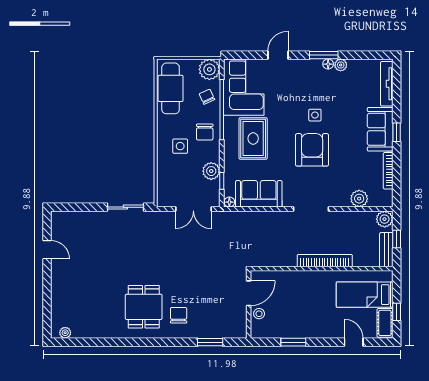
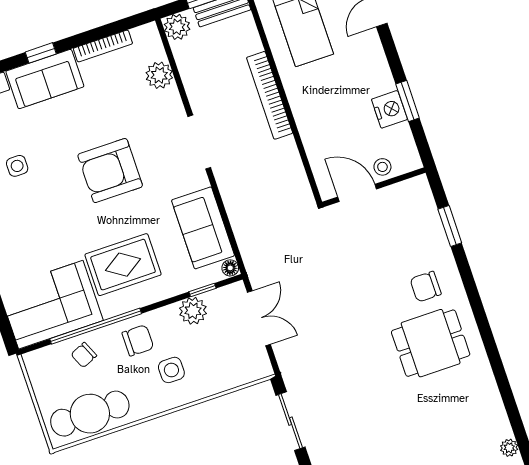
plant: (209, 69) -> (42, 365), removed
side table: (315, 115) -> (17, 166), moved
nightstand: (292, 330) -> (389, 109), added

